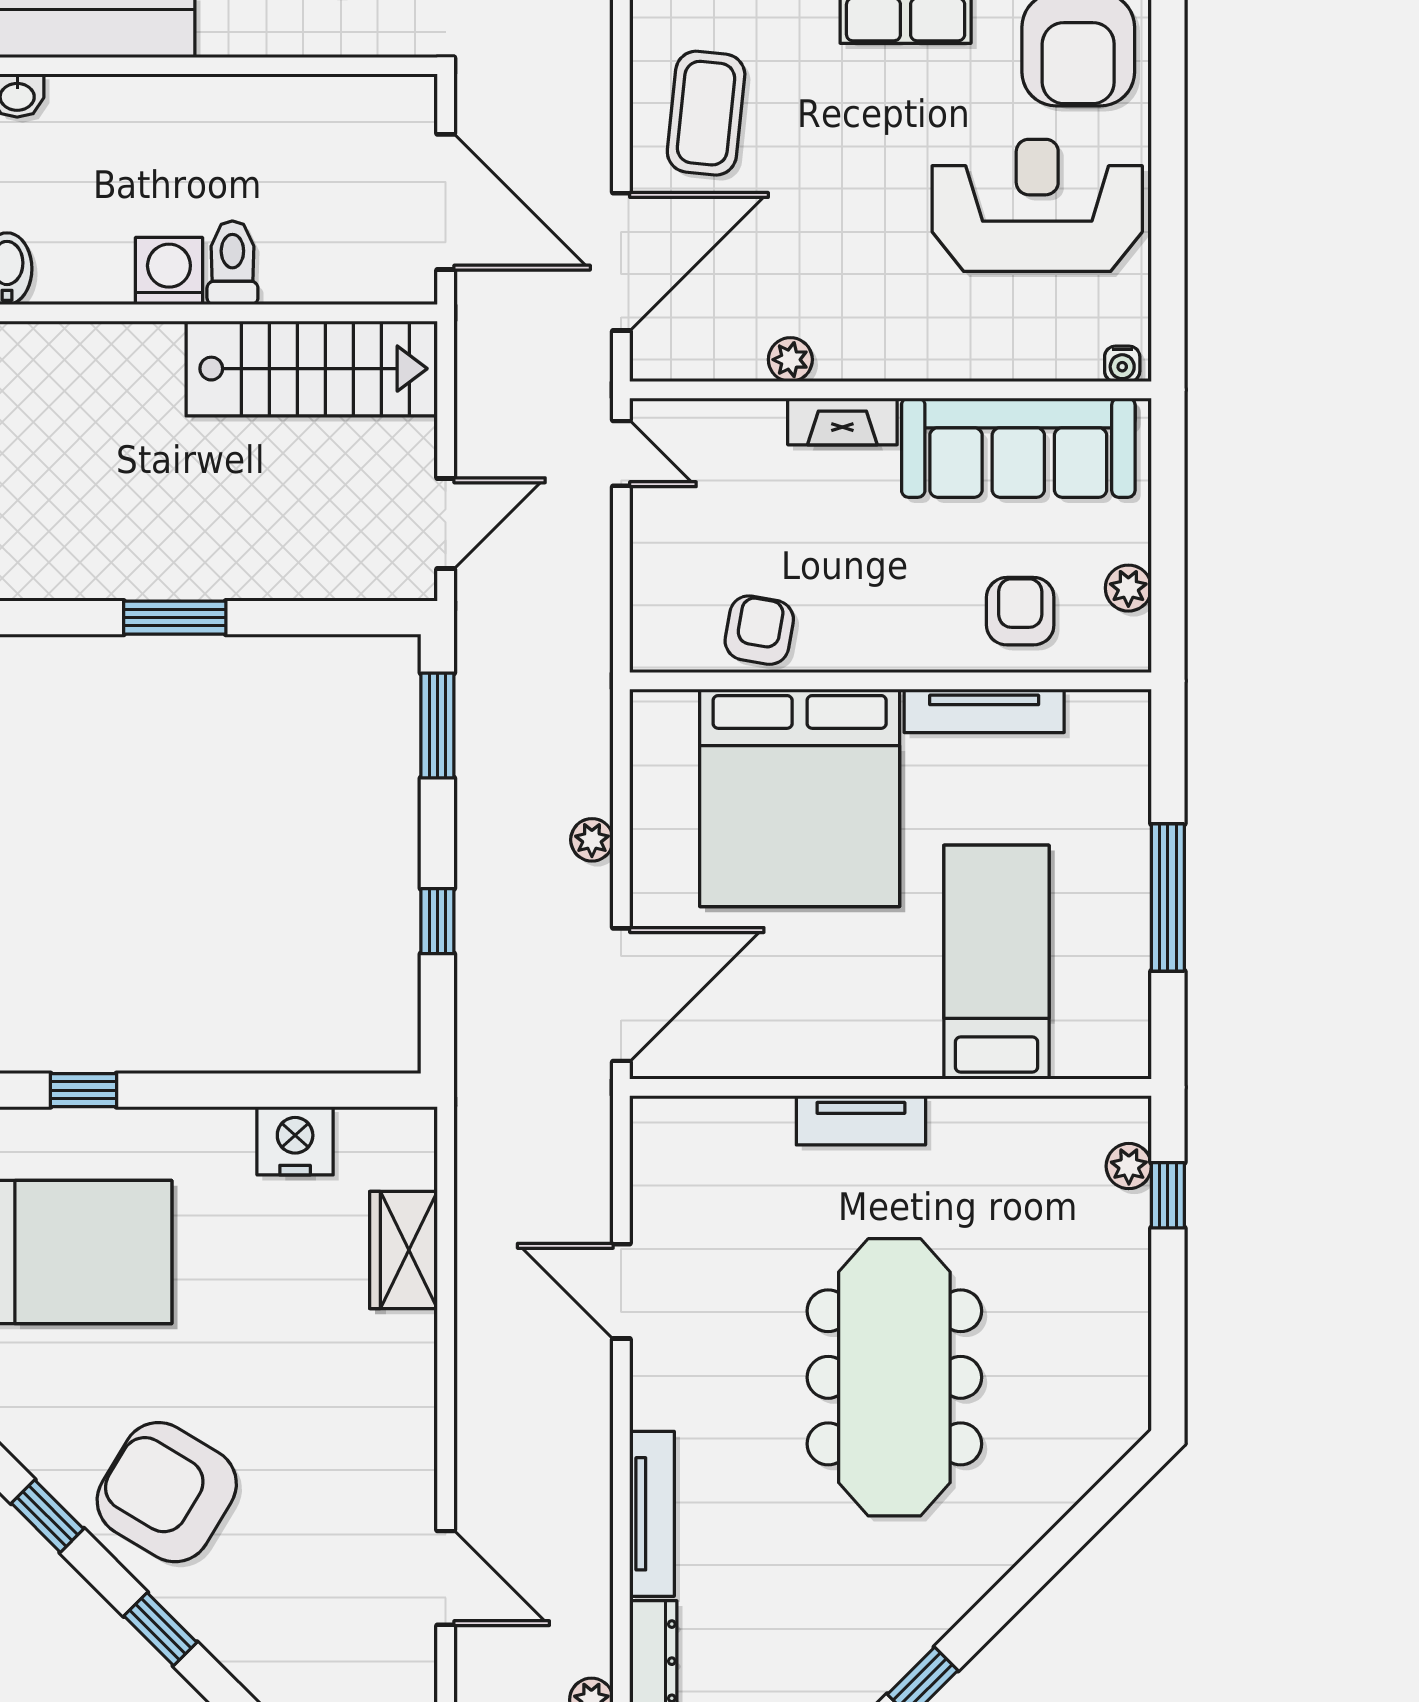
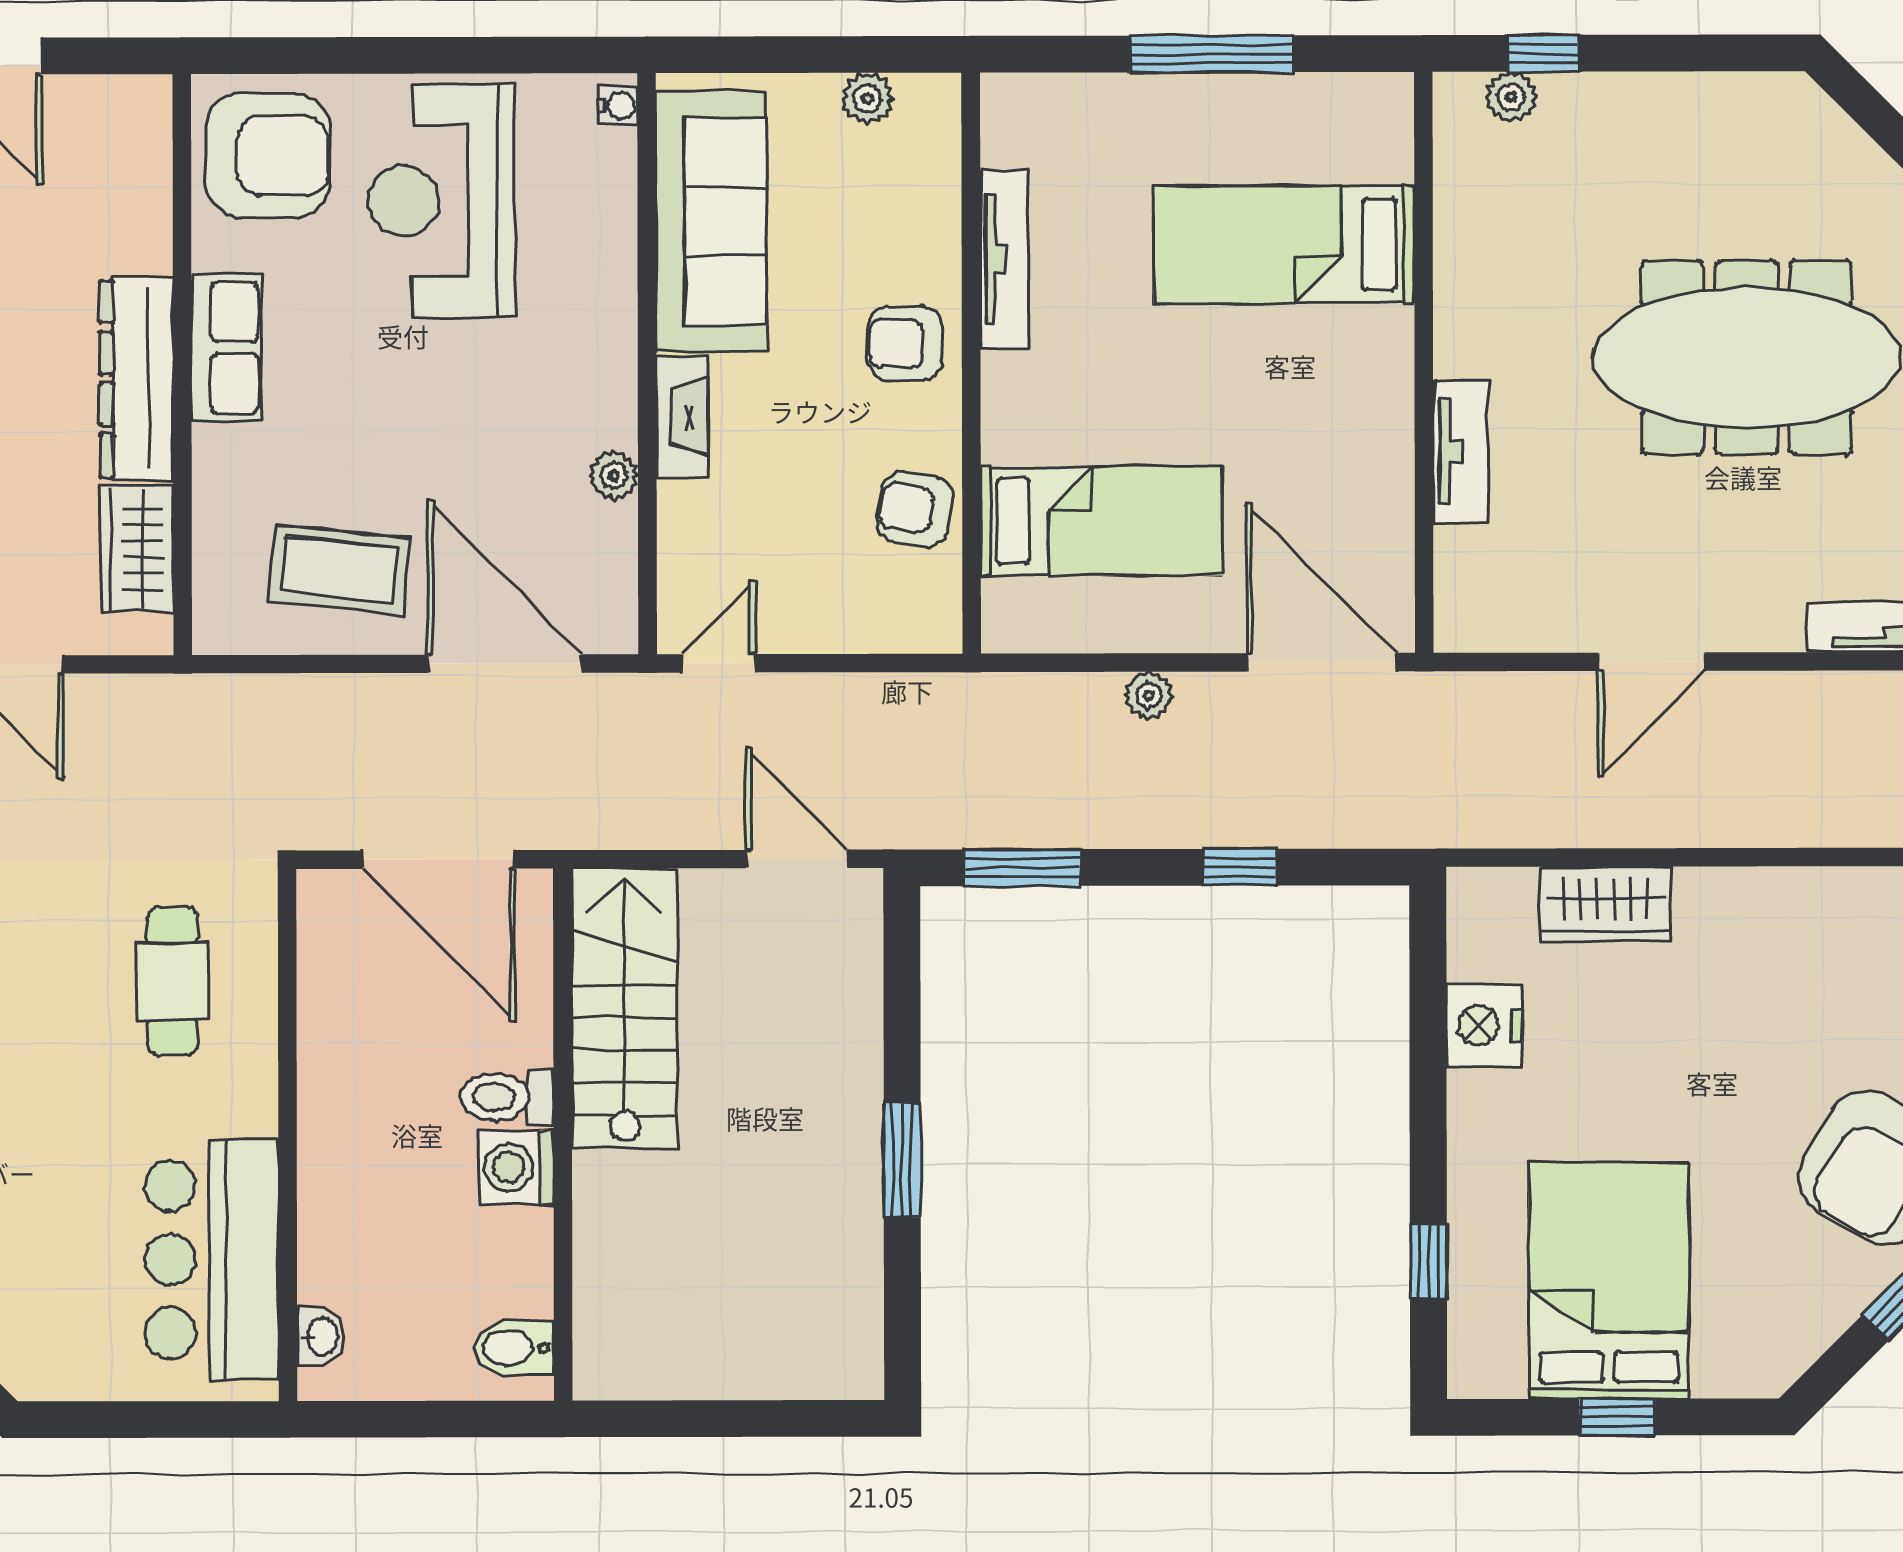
door: (446, 202) -> (439, 859), swing flipped
armchair: (1020, 611) -> (905, 343), moved
bed: (800, 798) -> (1102, 521), width x0.49
tv unit: (861, 1120) -> (1461, 452), moved

